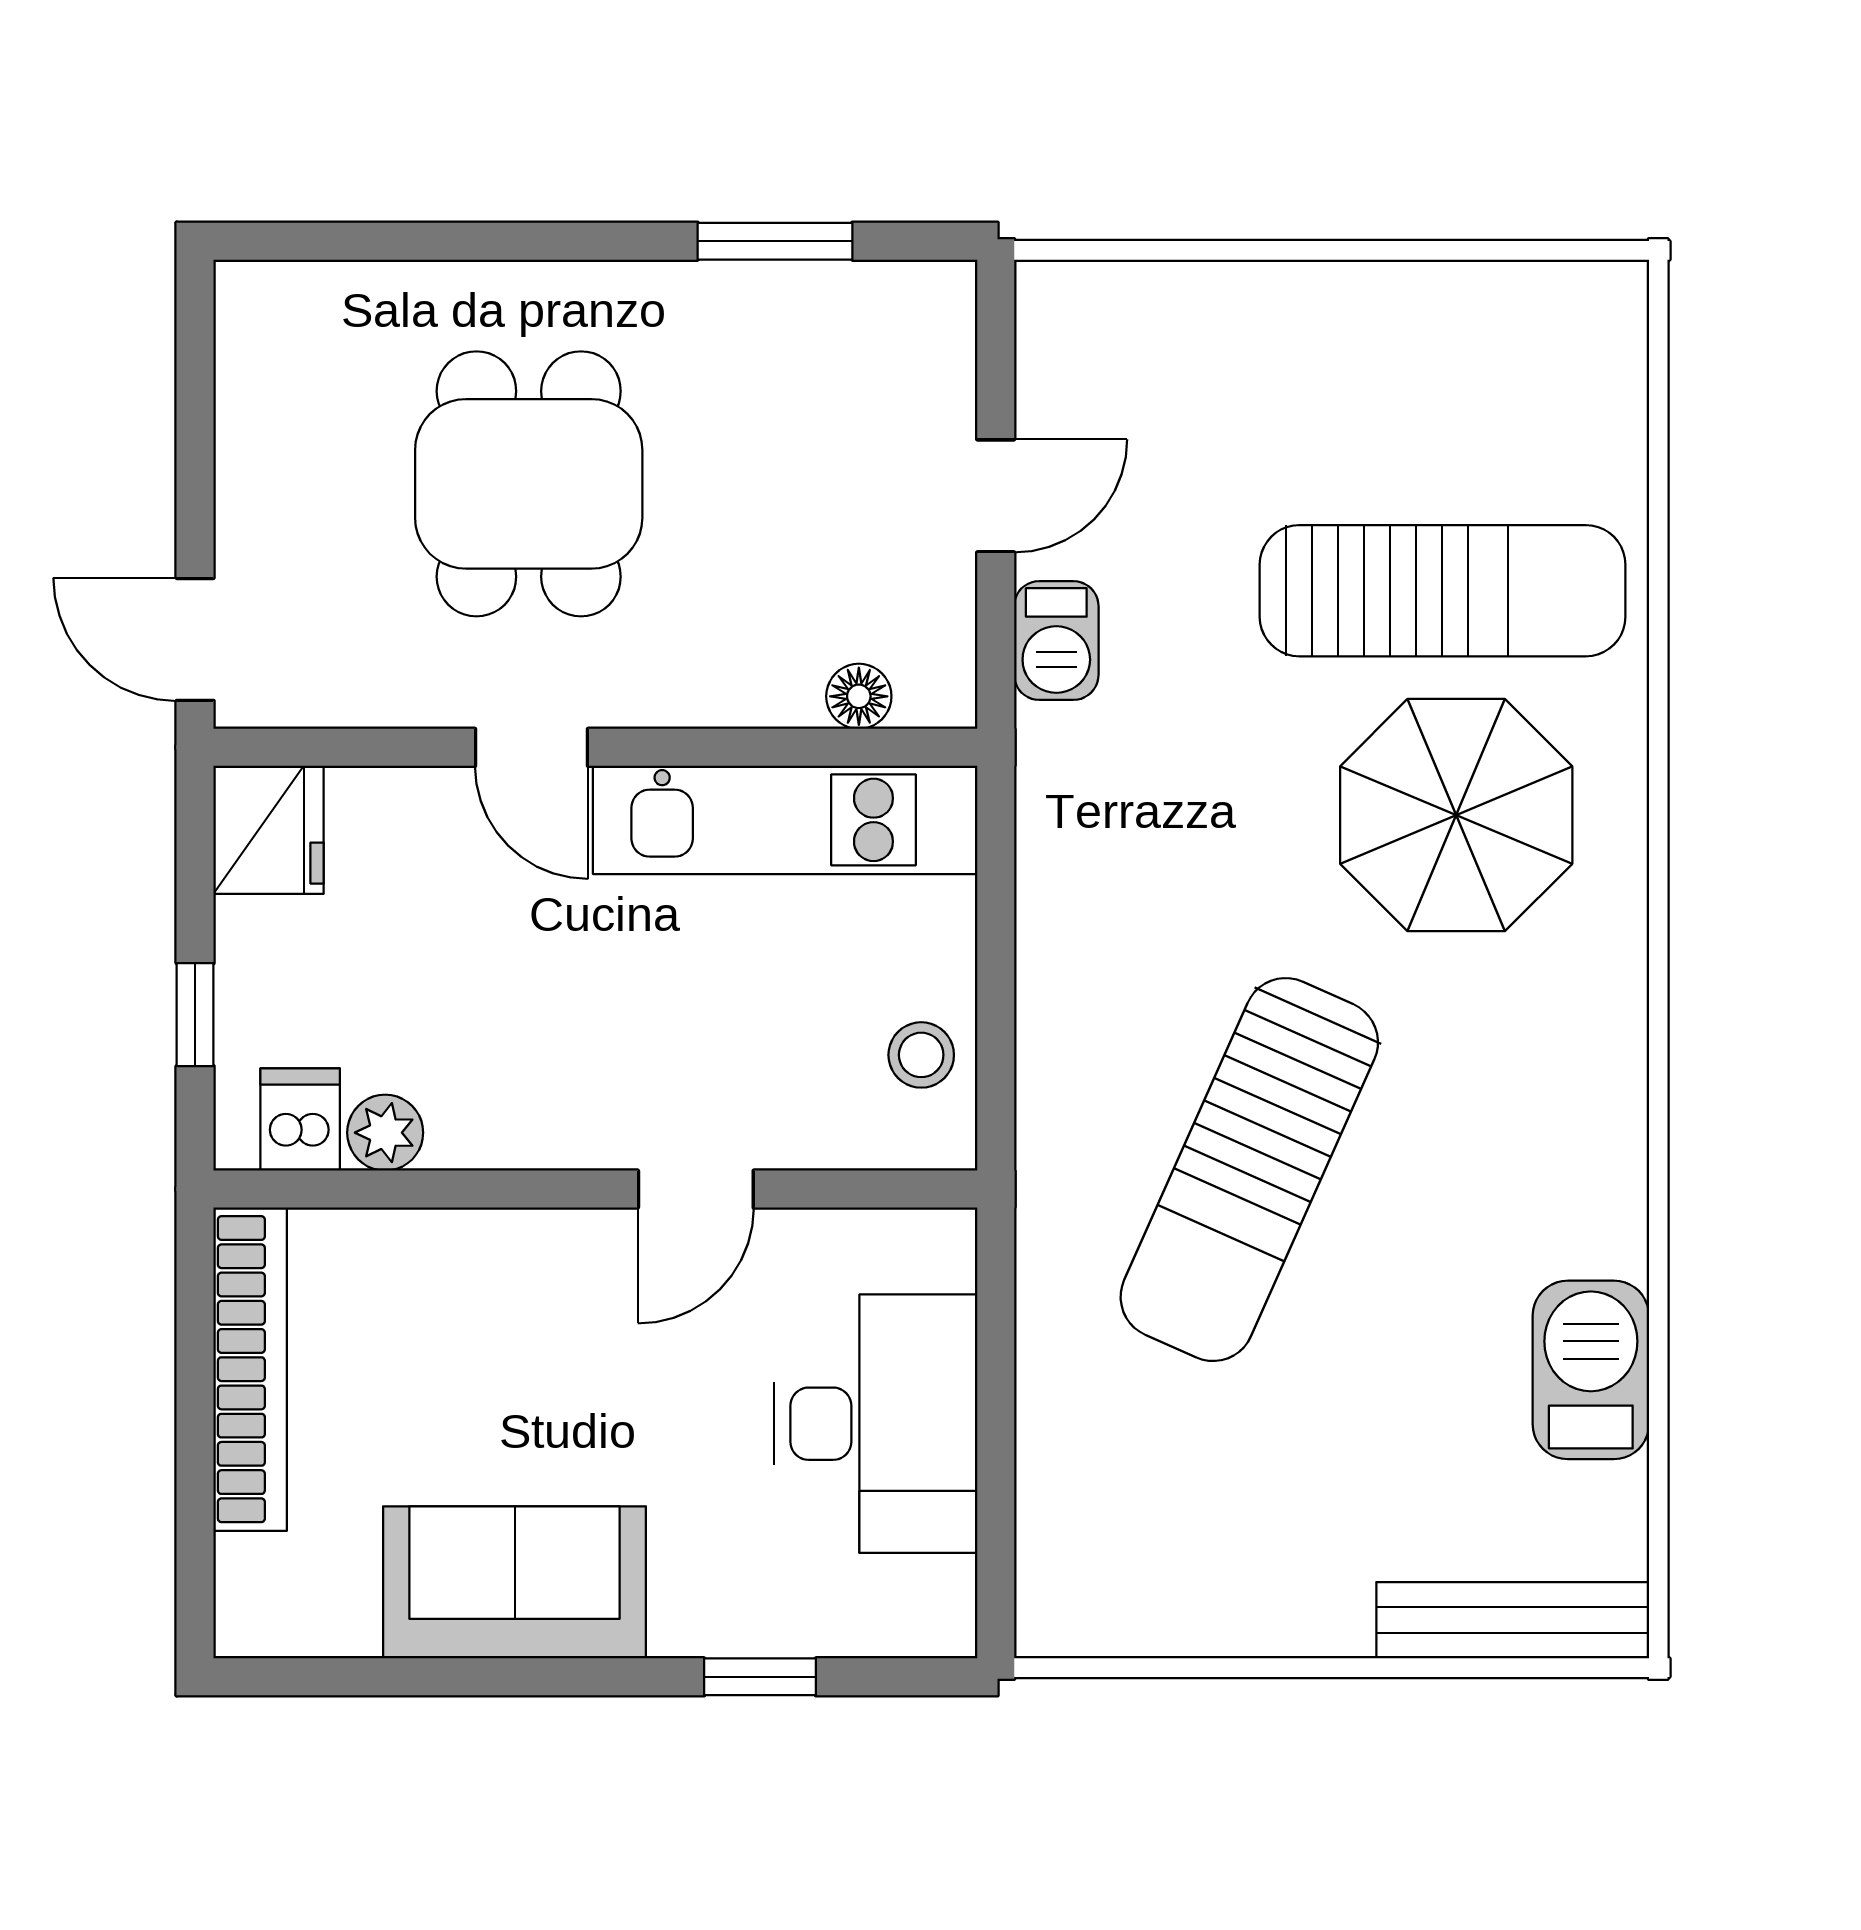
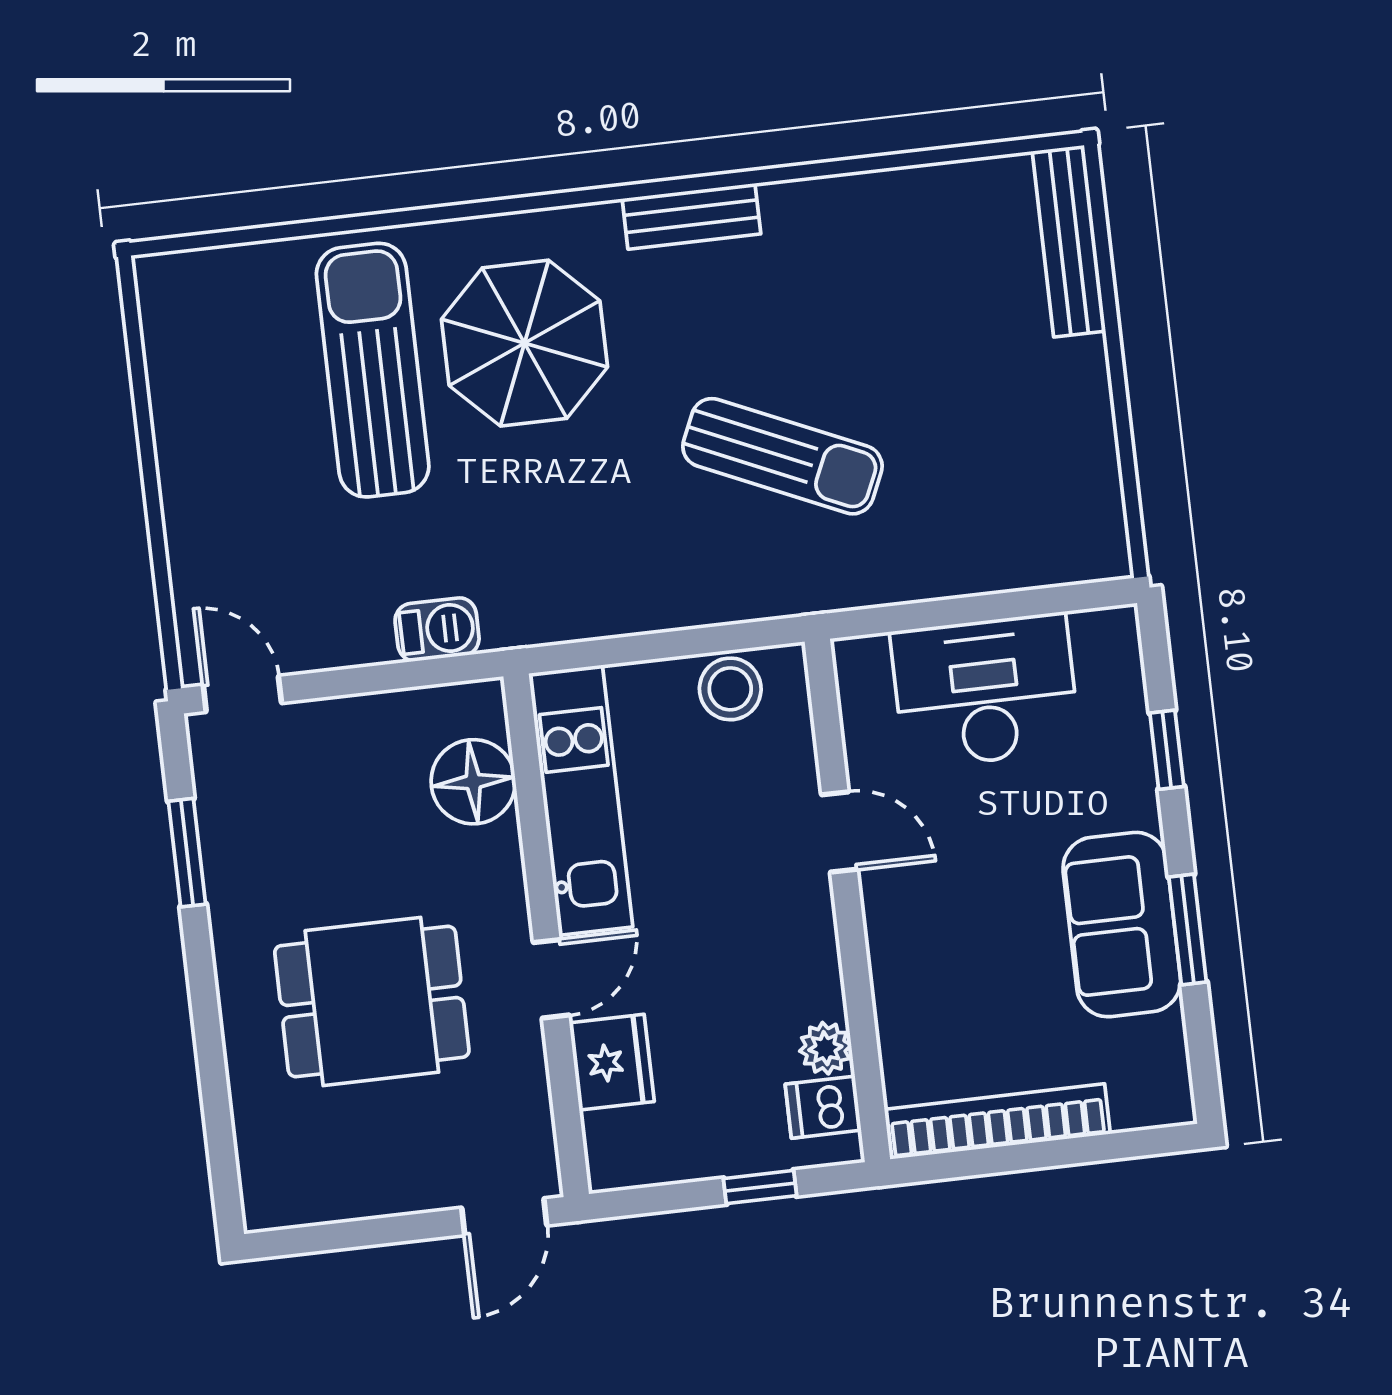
door: (996, 496) -> (242, 694), moved
floor lamp: (859, 696) -> (473, 782), width x1.89, depth x1.89
fridge: (269, 830) -> (612, 1062), moved, turned 90
stool: (921, 1055) -> (730, 689), width x1.37, depth x1.37
bench: (1612, 1078) -> (691, 216), added
sun lounger: (1249, 1170) -> (782, 456), width x0.73, depth x0.75
barbecue: (1591, 1370) -> (892, 208), removed
window: (496, 1677) -> (1188, 929), added

